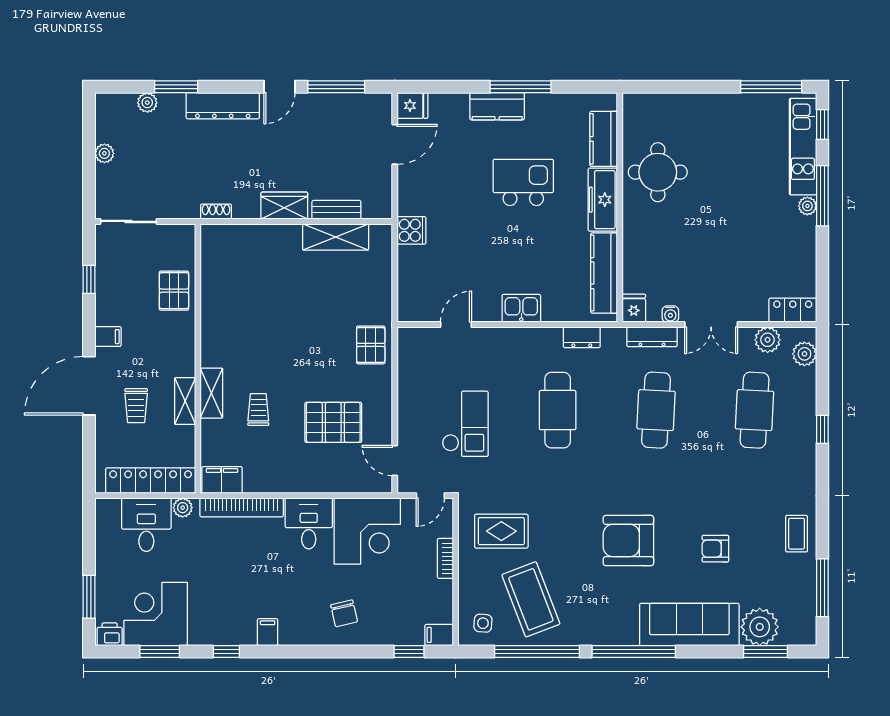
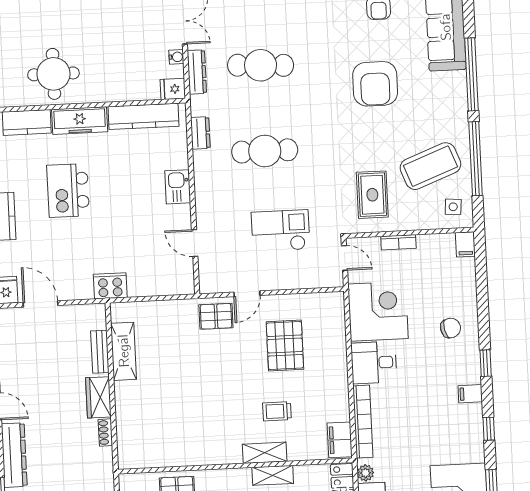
shoe rack: (216, 212) -> (105, 432), moved
cooker: (411, 230) -> (110, 286), width x1.36
door: (395, 460) -> (247, 294), moved
window: (409, 651) -> (486, 363), moved

